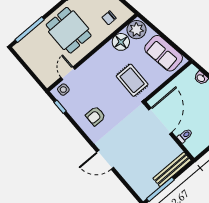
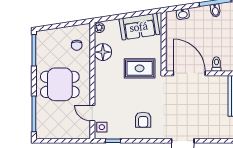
plant: (136, 30) -> (99, 28), width x0.53, depth x0.53

